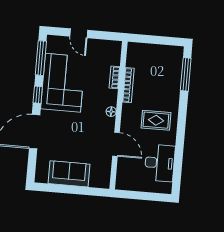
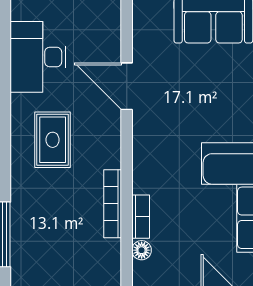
floor lamp: (111, 112) -> (142, 250), moved
rug: (156, 120) -> (53, 140), turned 90

